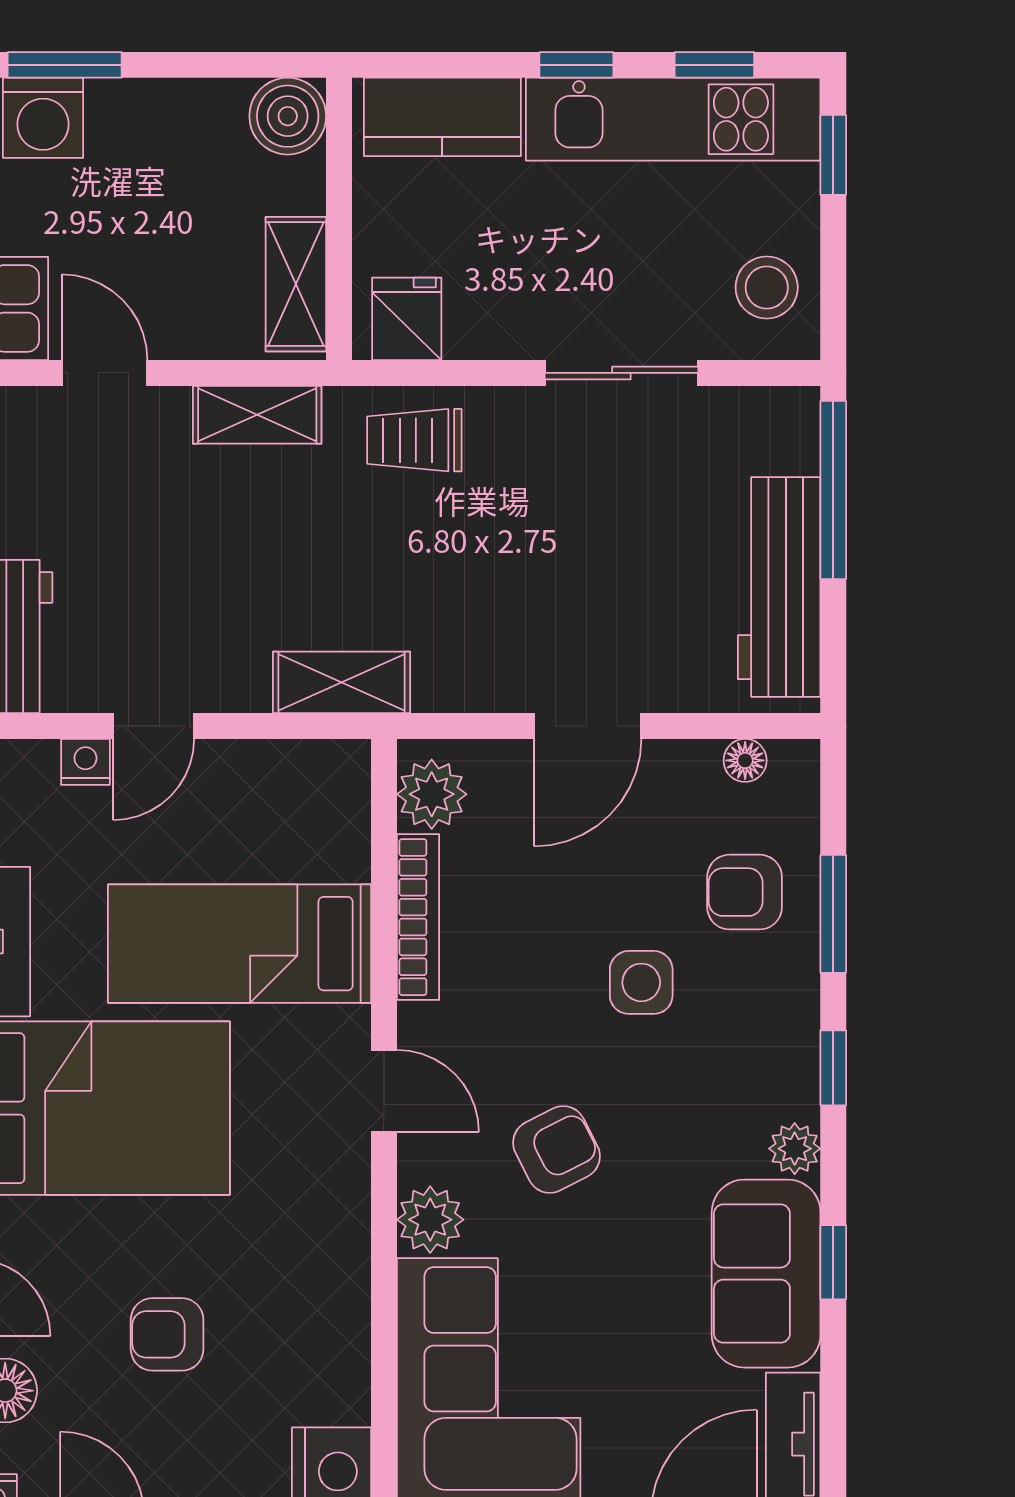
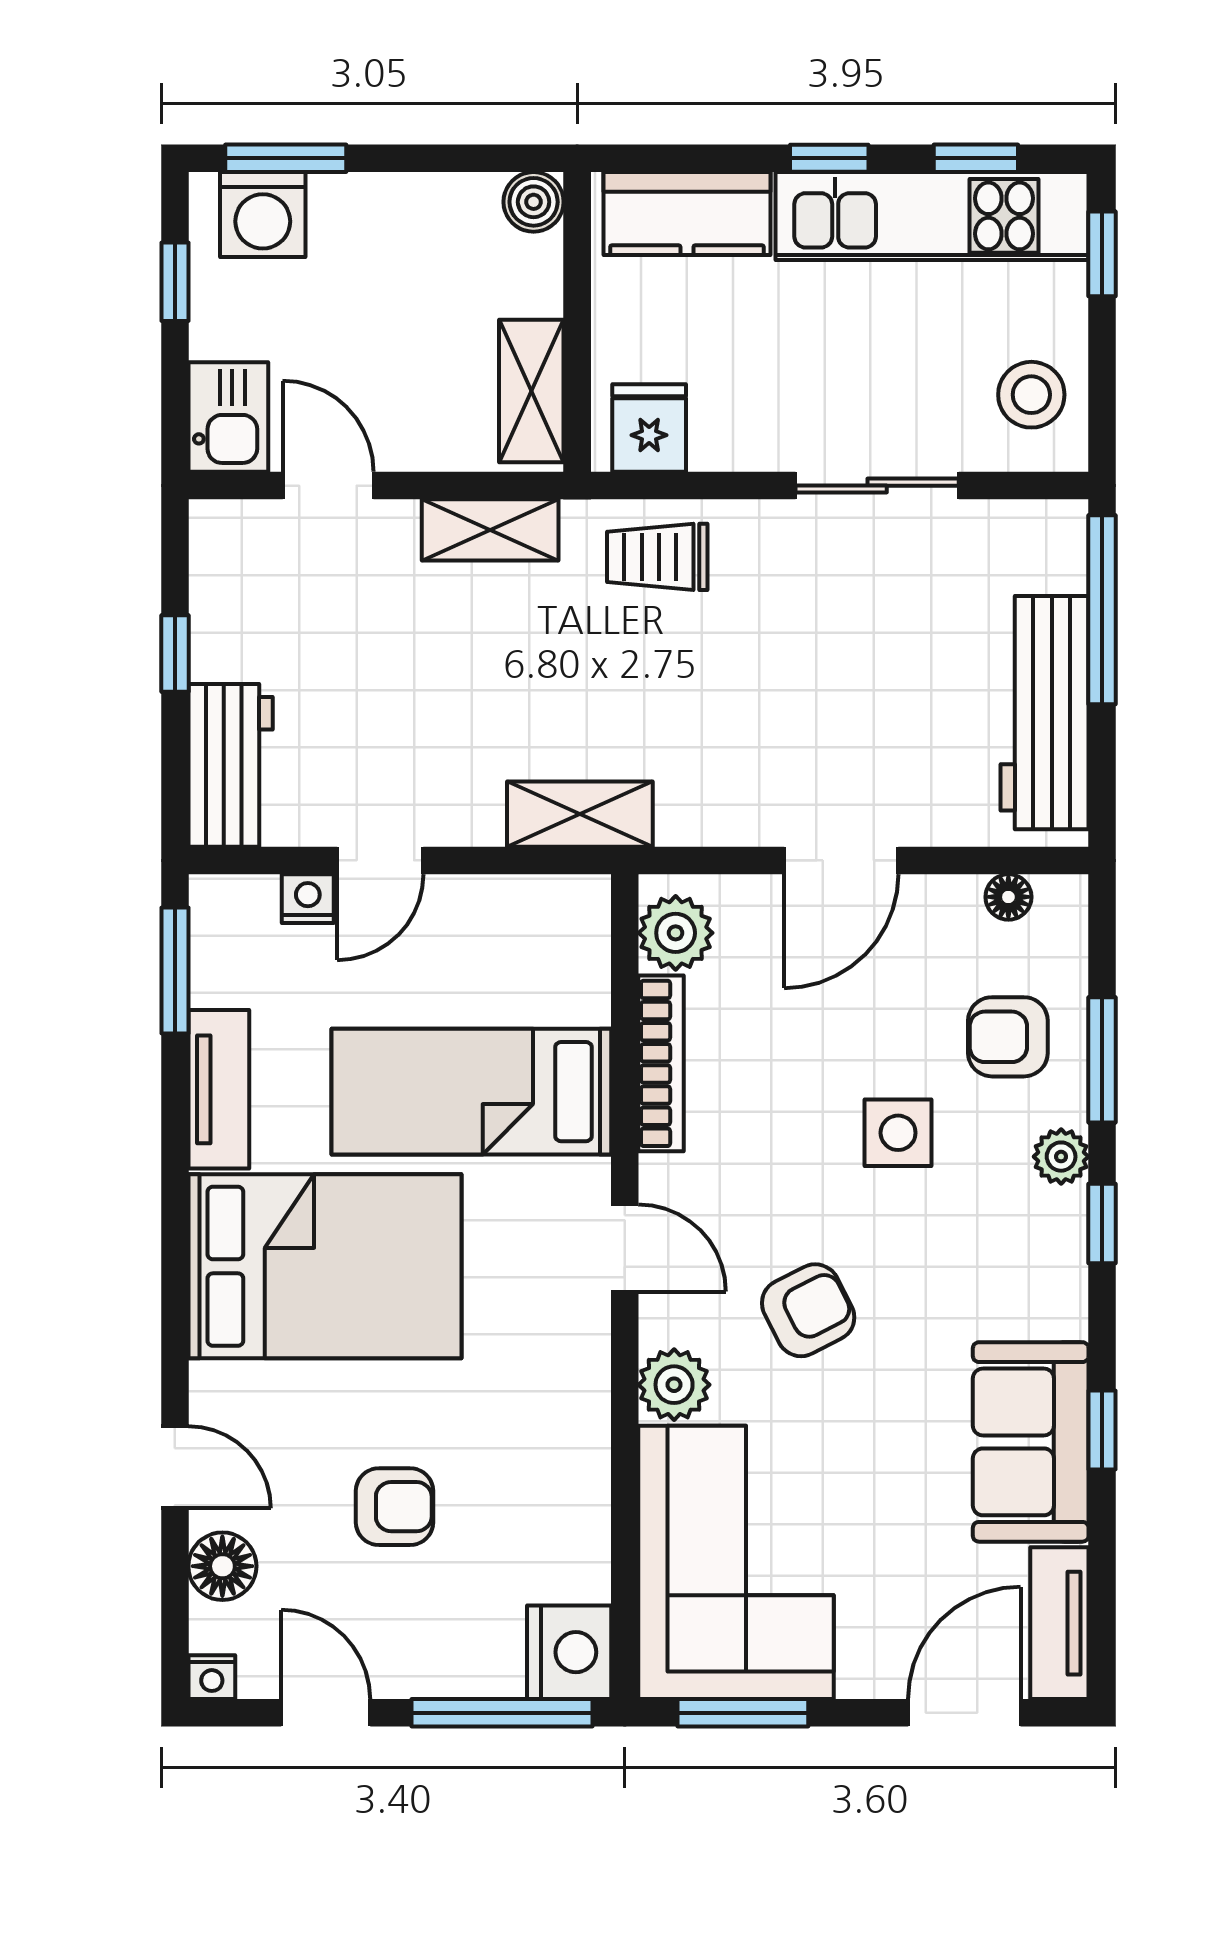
boiler: (288, 116) -> (534, 202), width x0.73, depth x0.73
plant: (795, 1149) -> (1061, 1157), moved
armchair: (167, 1334) -> (395, 1507), turned 180

